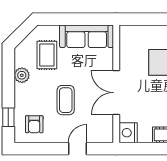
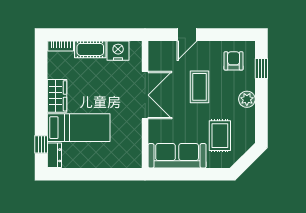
plant: (22, 75) -> (247, 99), moved
nightstand: (128, 133) -> (118, 51), moved, turned -90

